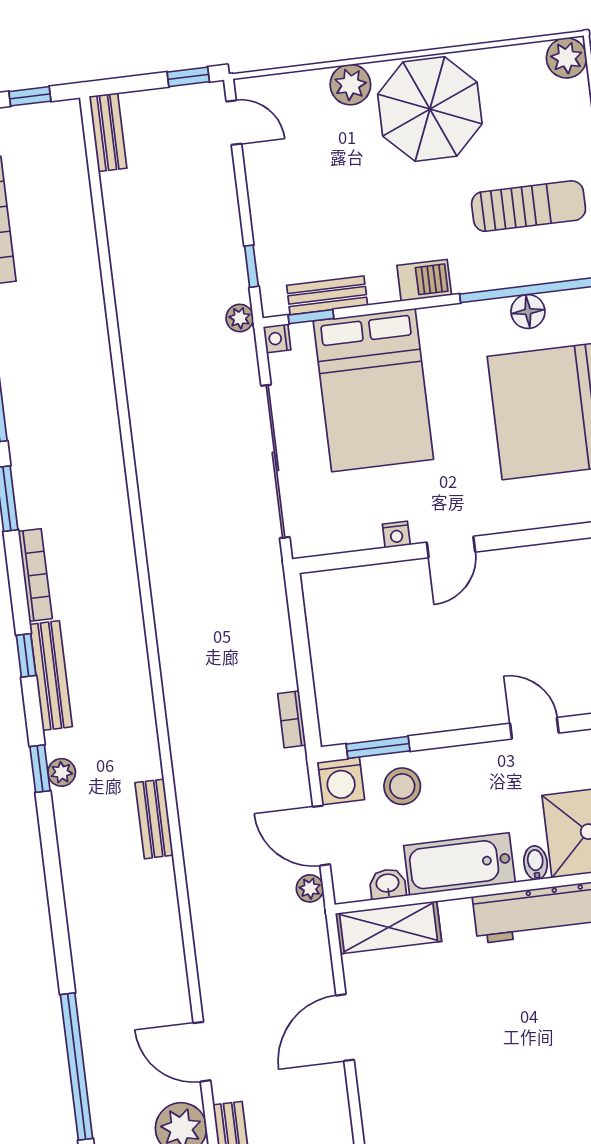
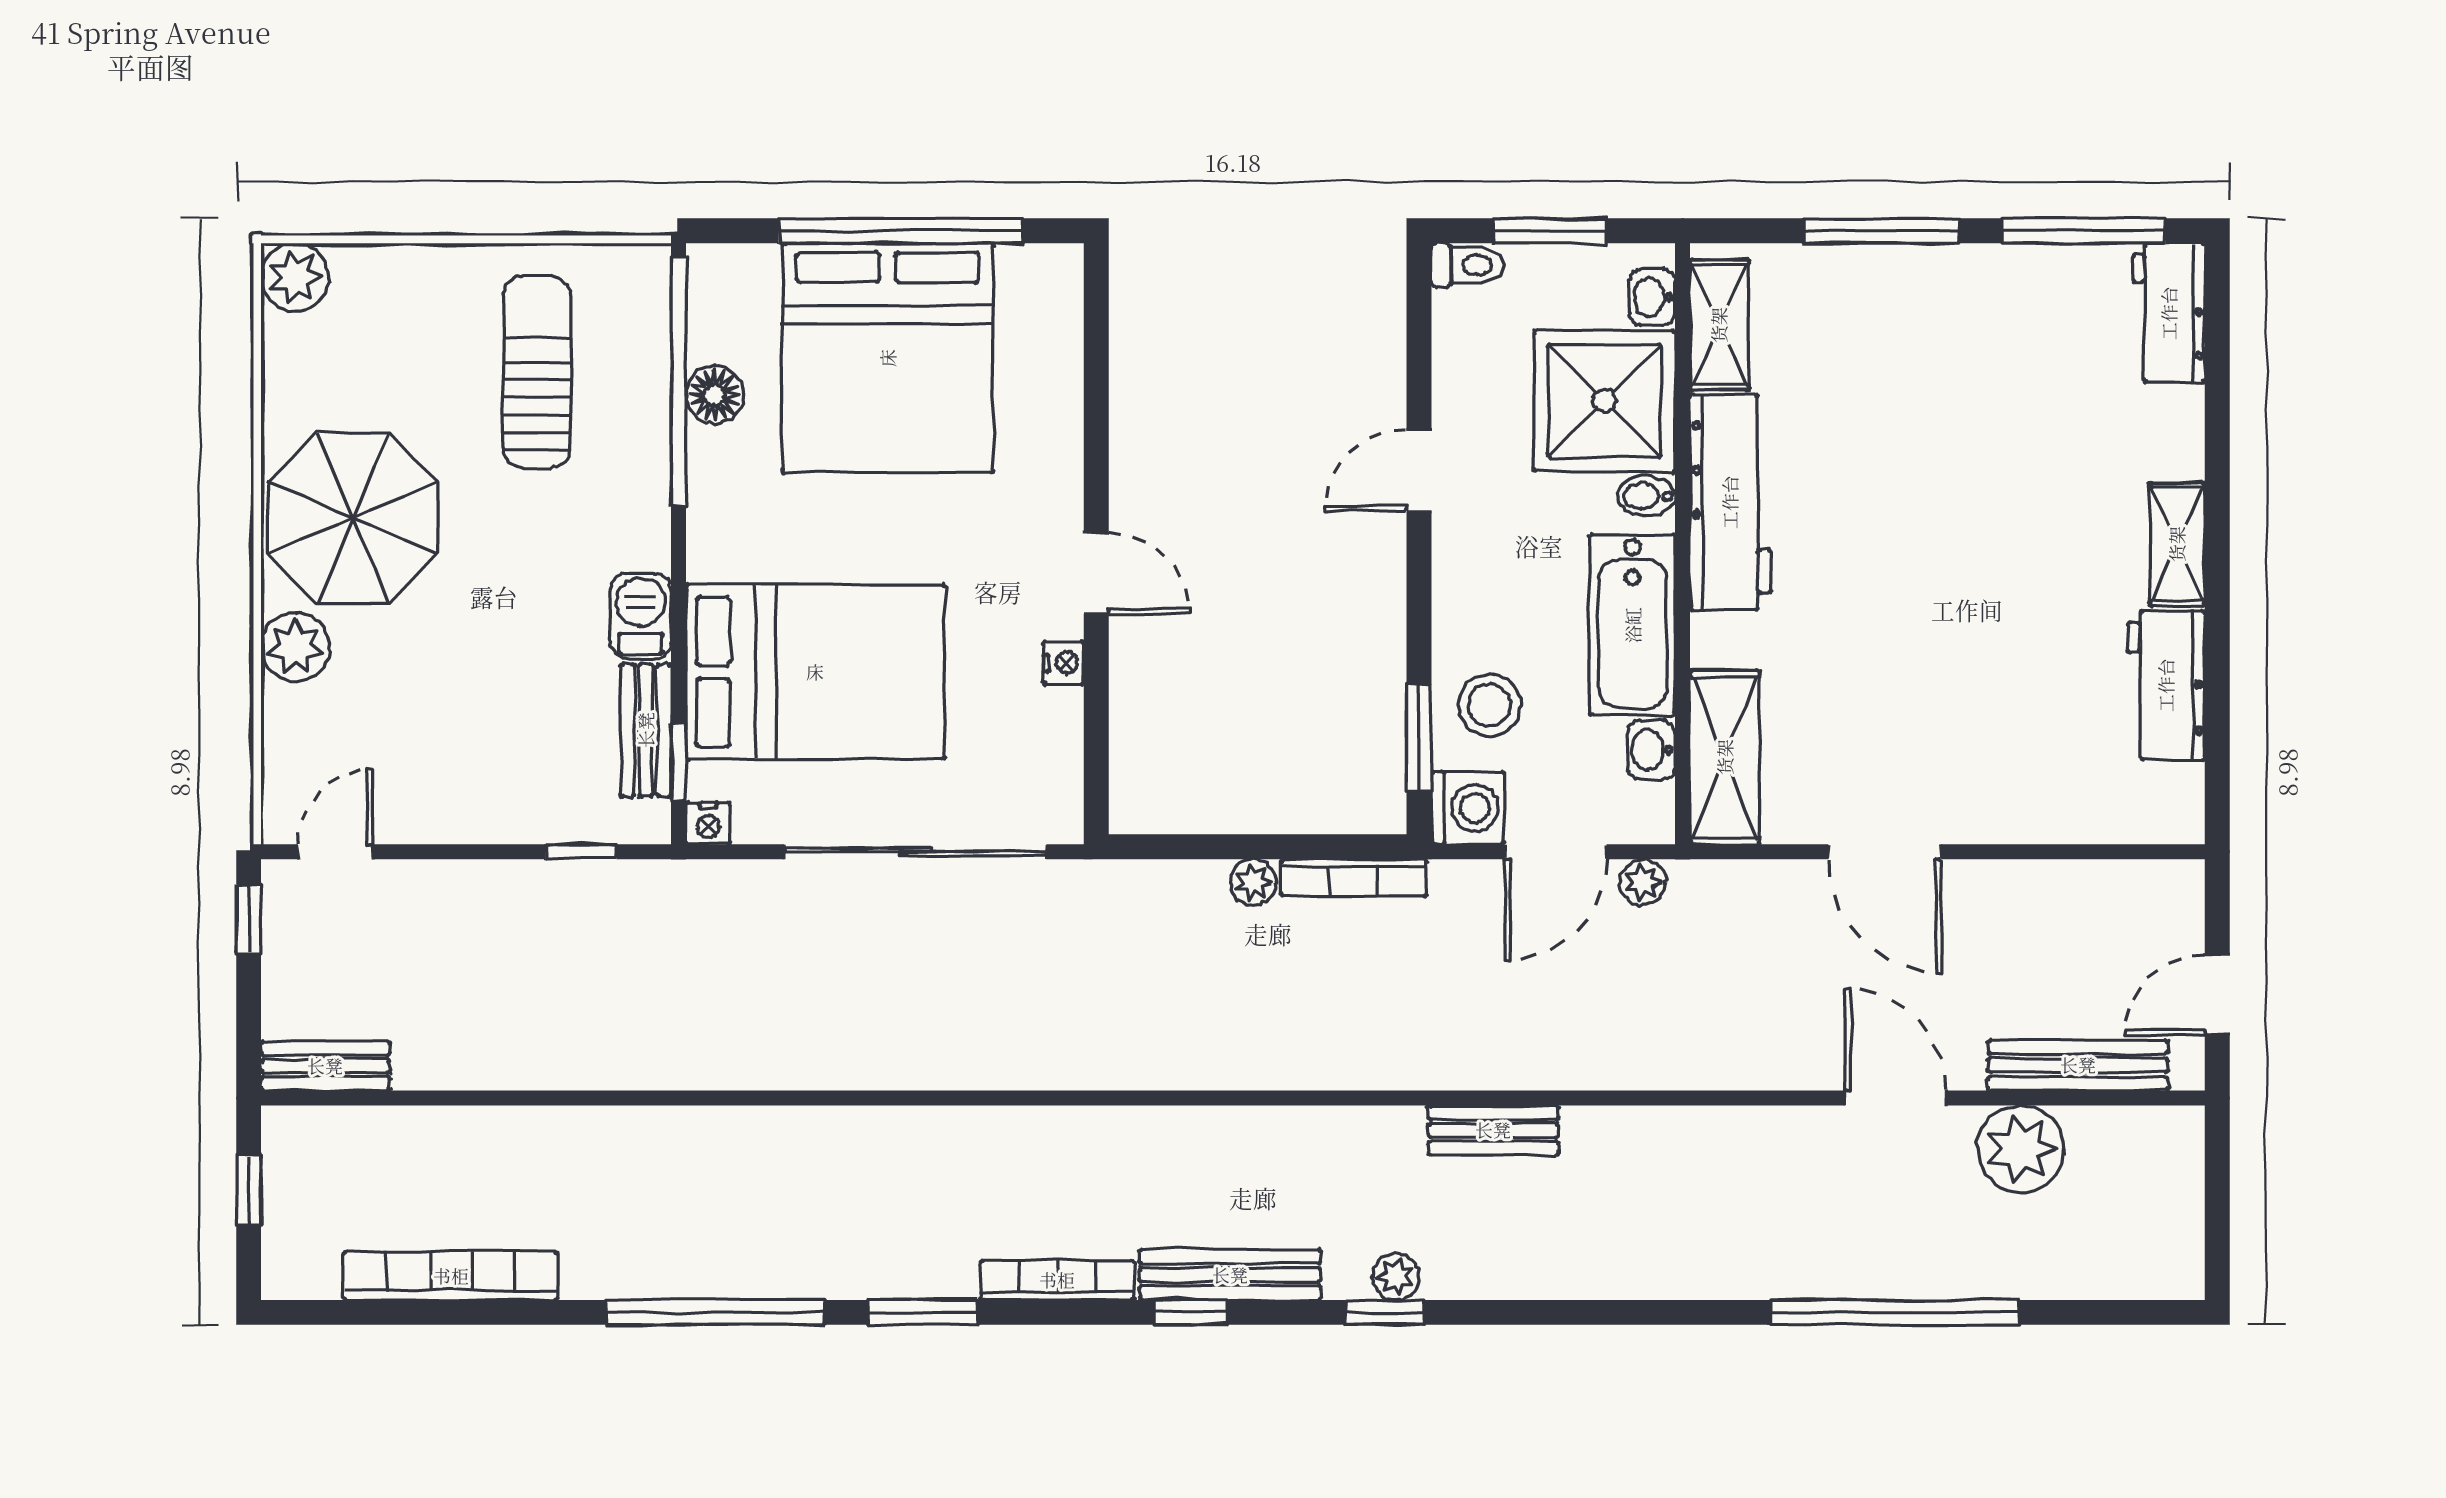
barbecue: (424, 280) -> (641, 616), moved
plant: (240, 318) -> (1253, 882), moved
bookcase: (292, 719) -> (1354, 878), width x1.56
door: (202, 1052) -> (1896, 1098), swing flipped

